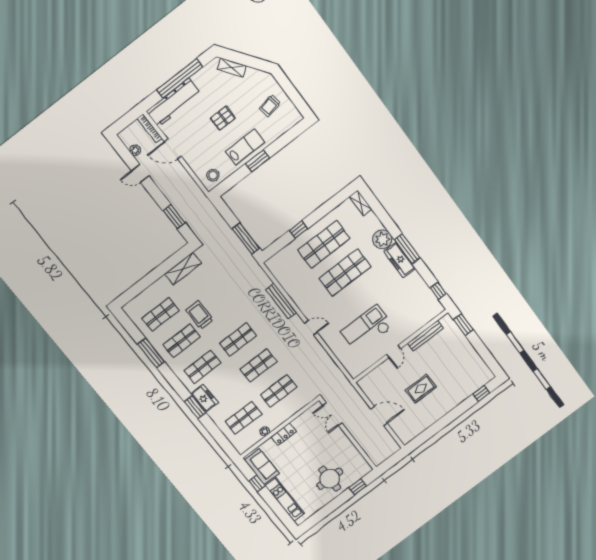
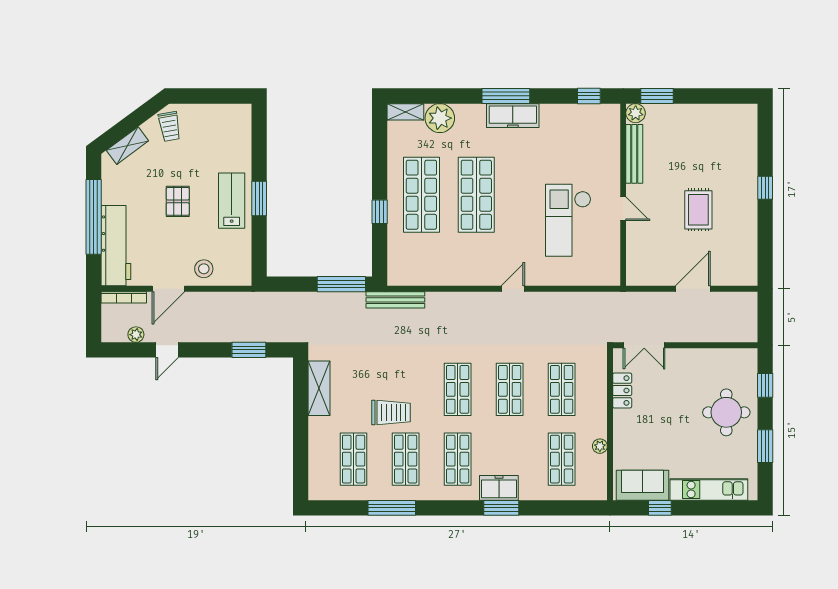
trolley: (270, 106) -> (169, 126), moved
stool: (213, 175) -> (204, 269), moved
plant: (382, 239) -> (440, 118), moved
bench: (281, 301) -> (395, 300), moved
trolley: (200, 315) -> (391, 413), turned 180
plant: (447, 321) -> (636, 113), added
window: (481, 394) -> (765, 188), moved
locker: (284, 434) -> (622, 391), moved
window: (327, 510) -> (765, 446), added

